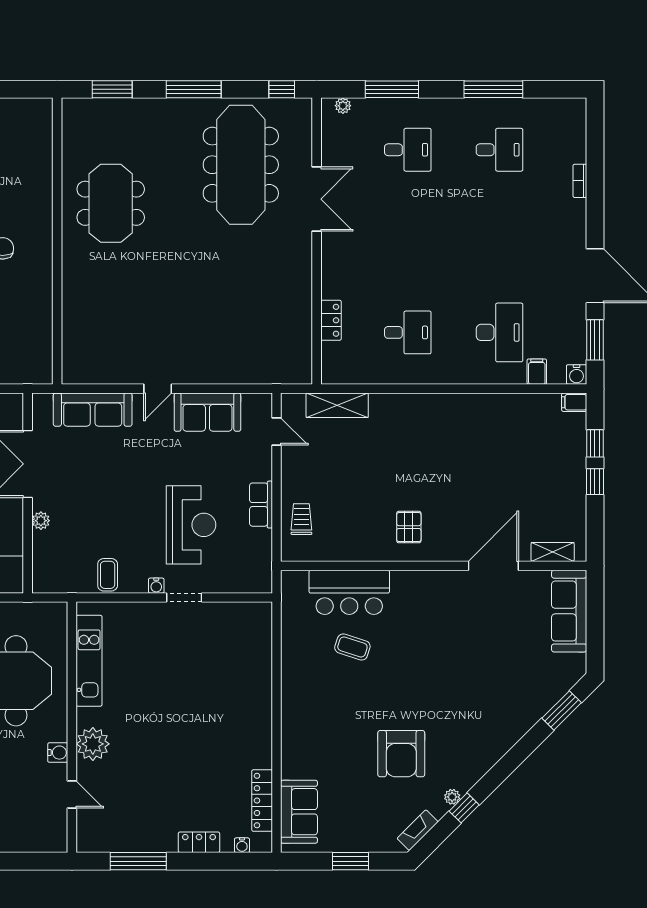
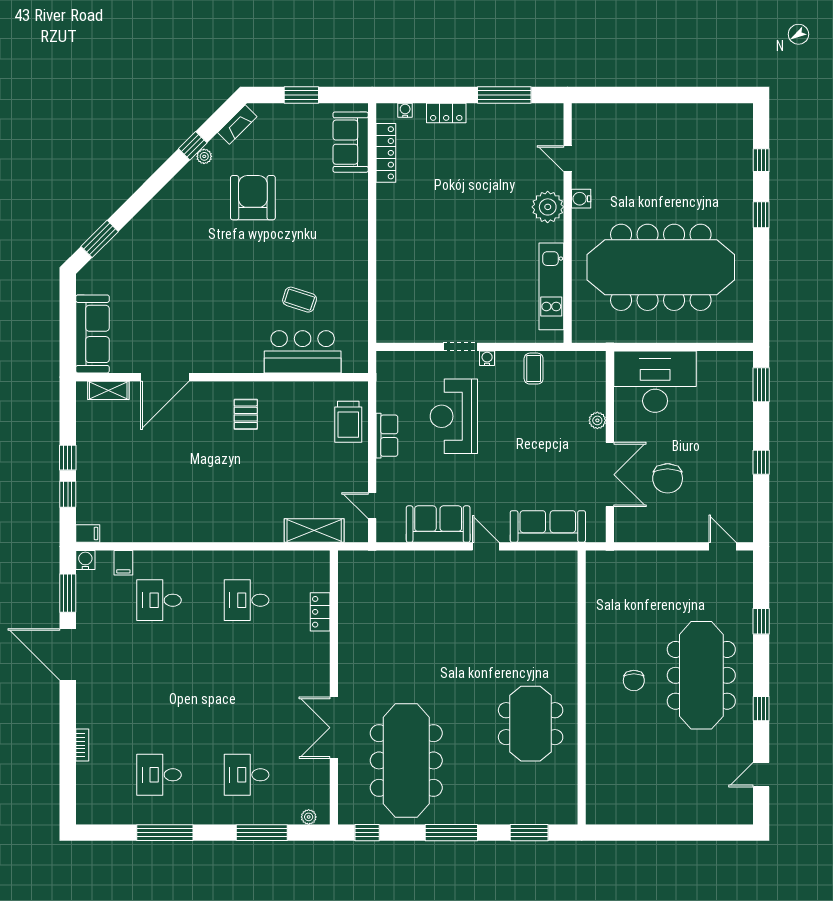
desk: (500, 332) -> (159, 600), width x0.73
door: (158, 389) -> (486, 546), hinge flipped
trolley: (301, 519) -> (348, 422), width x1.36, depth x1.39

